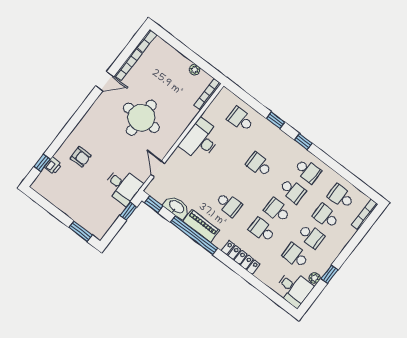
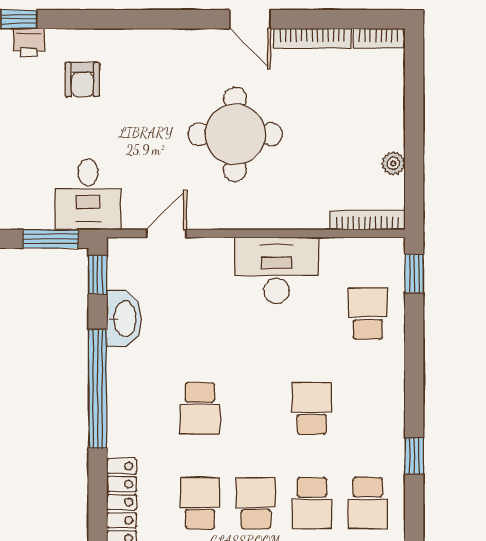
window: (276, 120) -> (414, 273), moved
window: (128, 211) -> (51, 239), width x1.50
piano: (201, 226) -> (124, 388), removed

